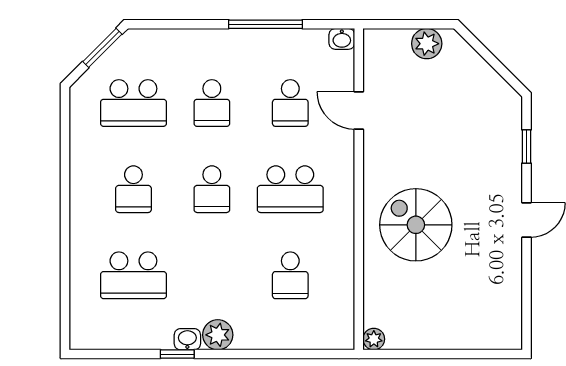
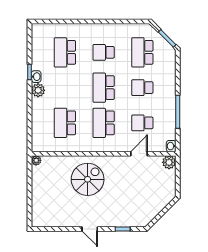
plant: (427, 44) -> (169, 162), moved
school desk: (212, 189) -> (104, 88), width x1.85
school desk: (290, 275) -> (65, 123), width x1.85

